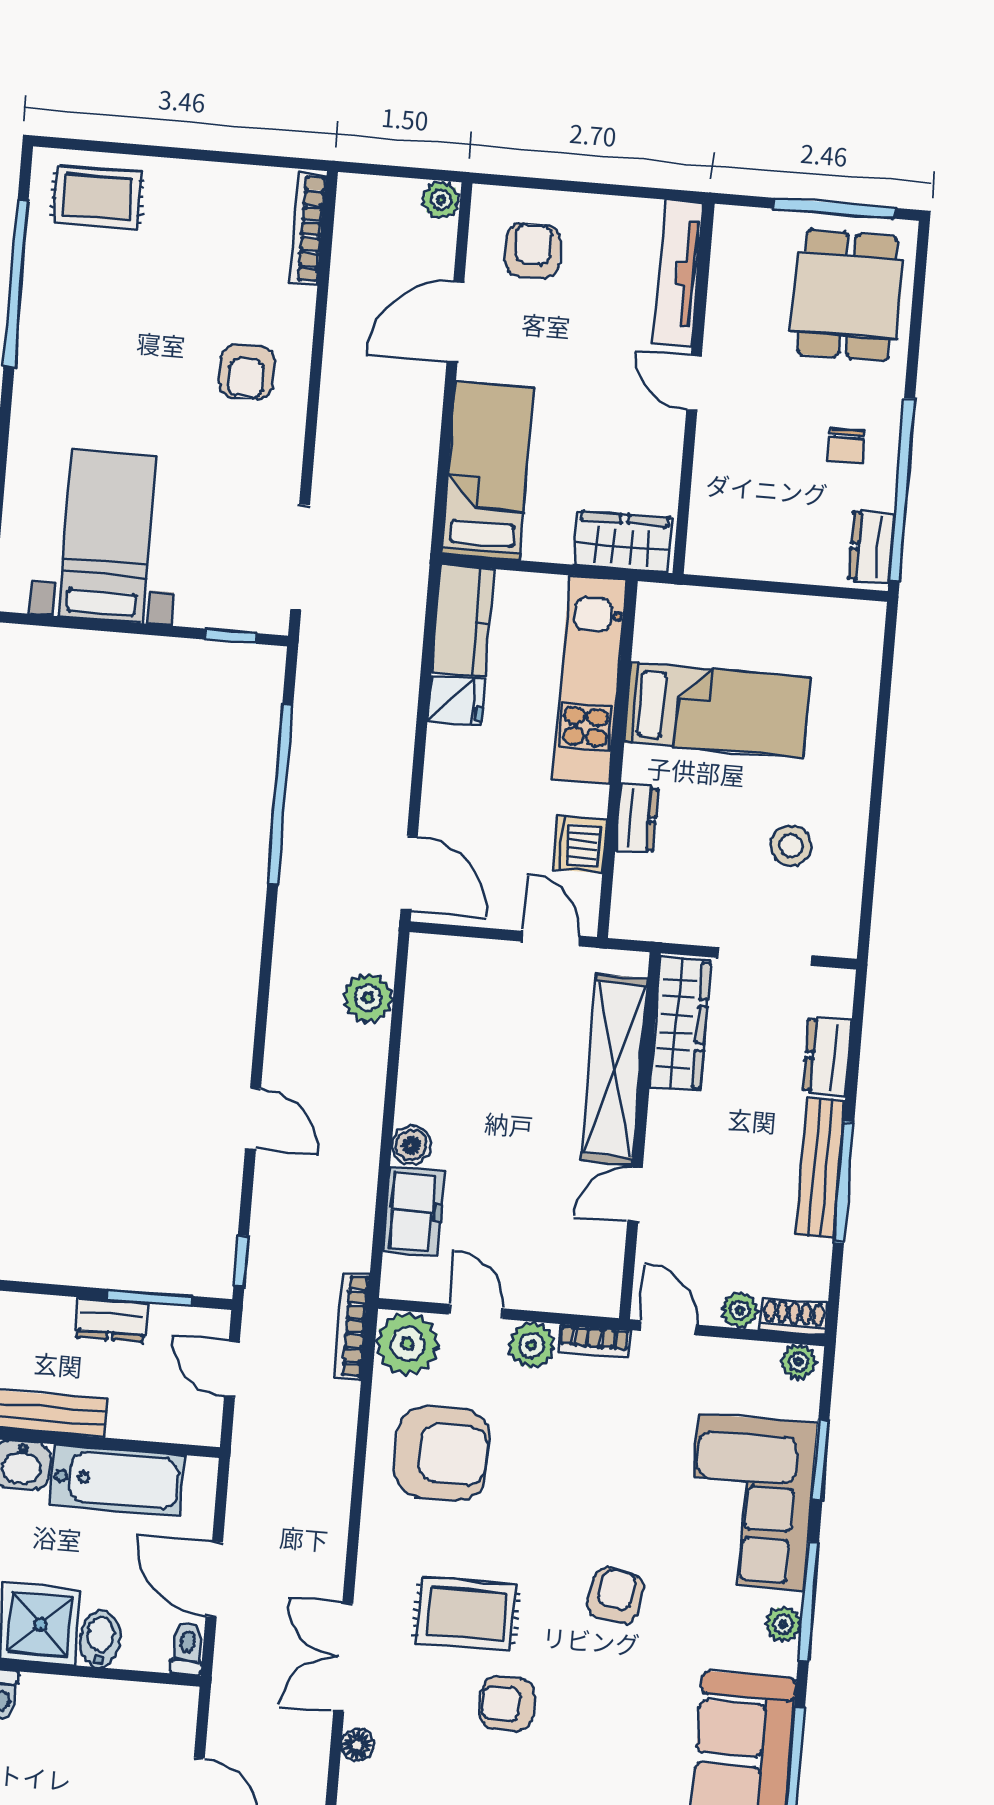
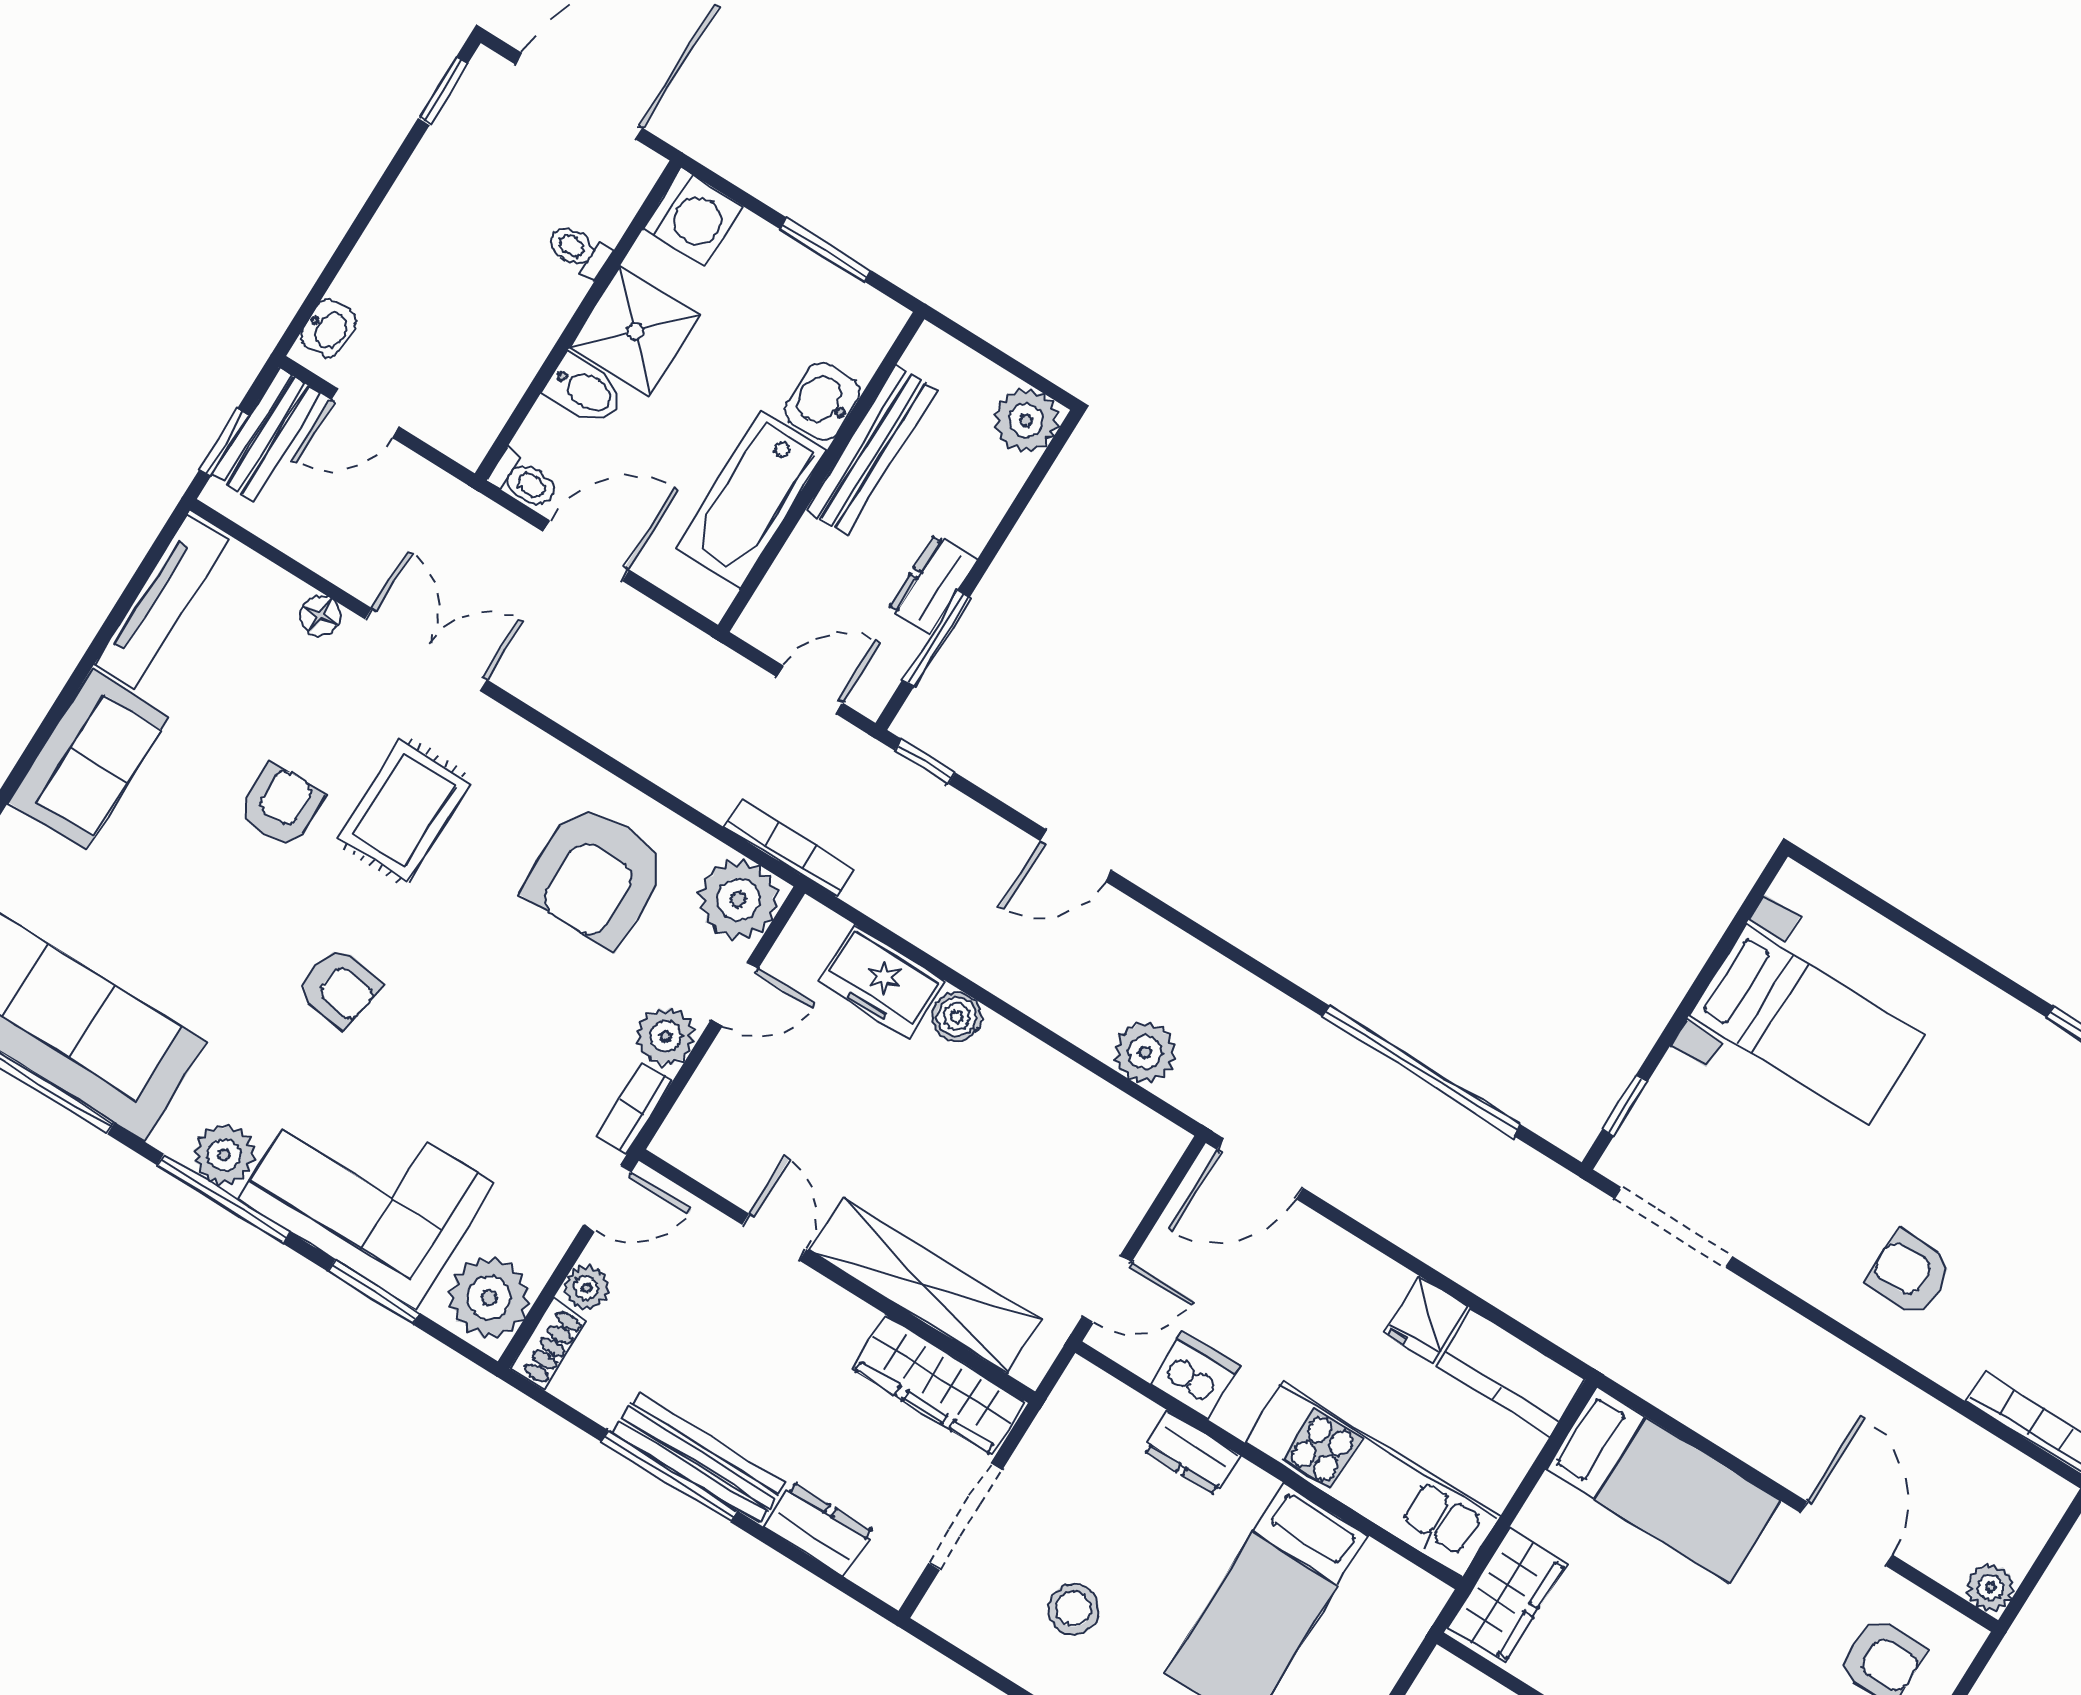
plant: (799, 1362) -> (489, 1298), width x1.88, depth x1.88
plant: (783, 1624) -> (224, 1155), width x1.38, depth x1.38

